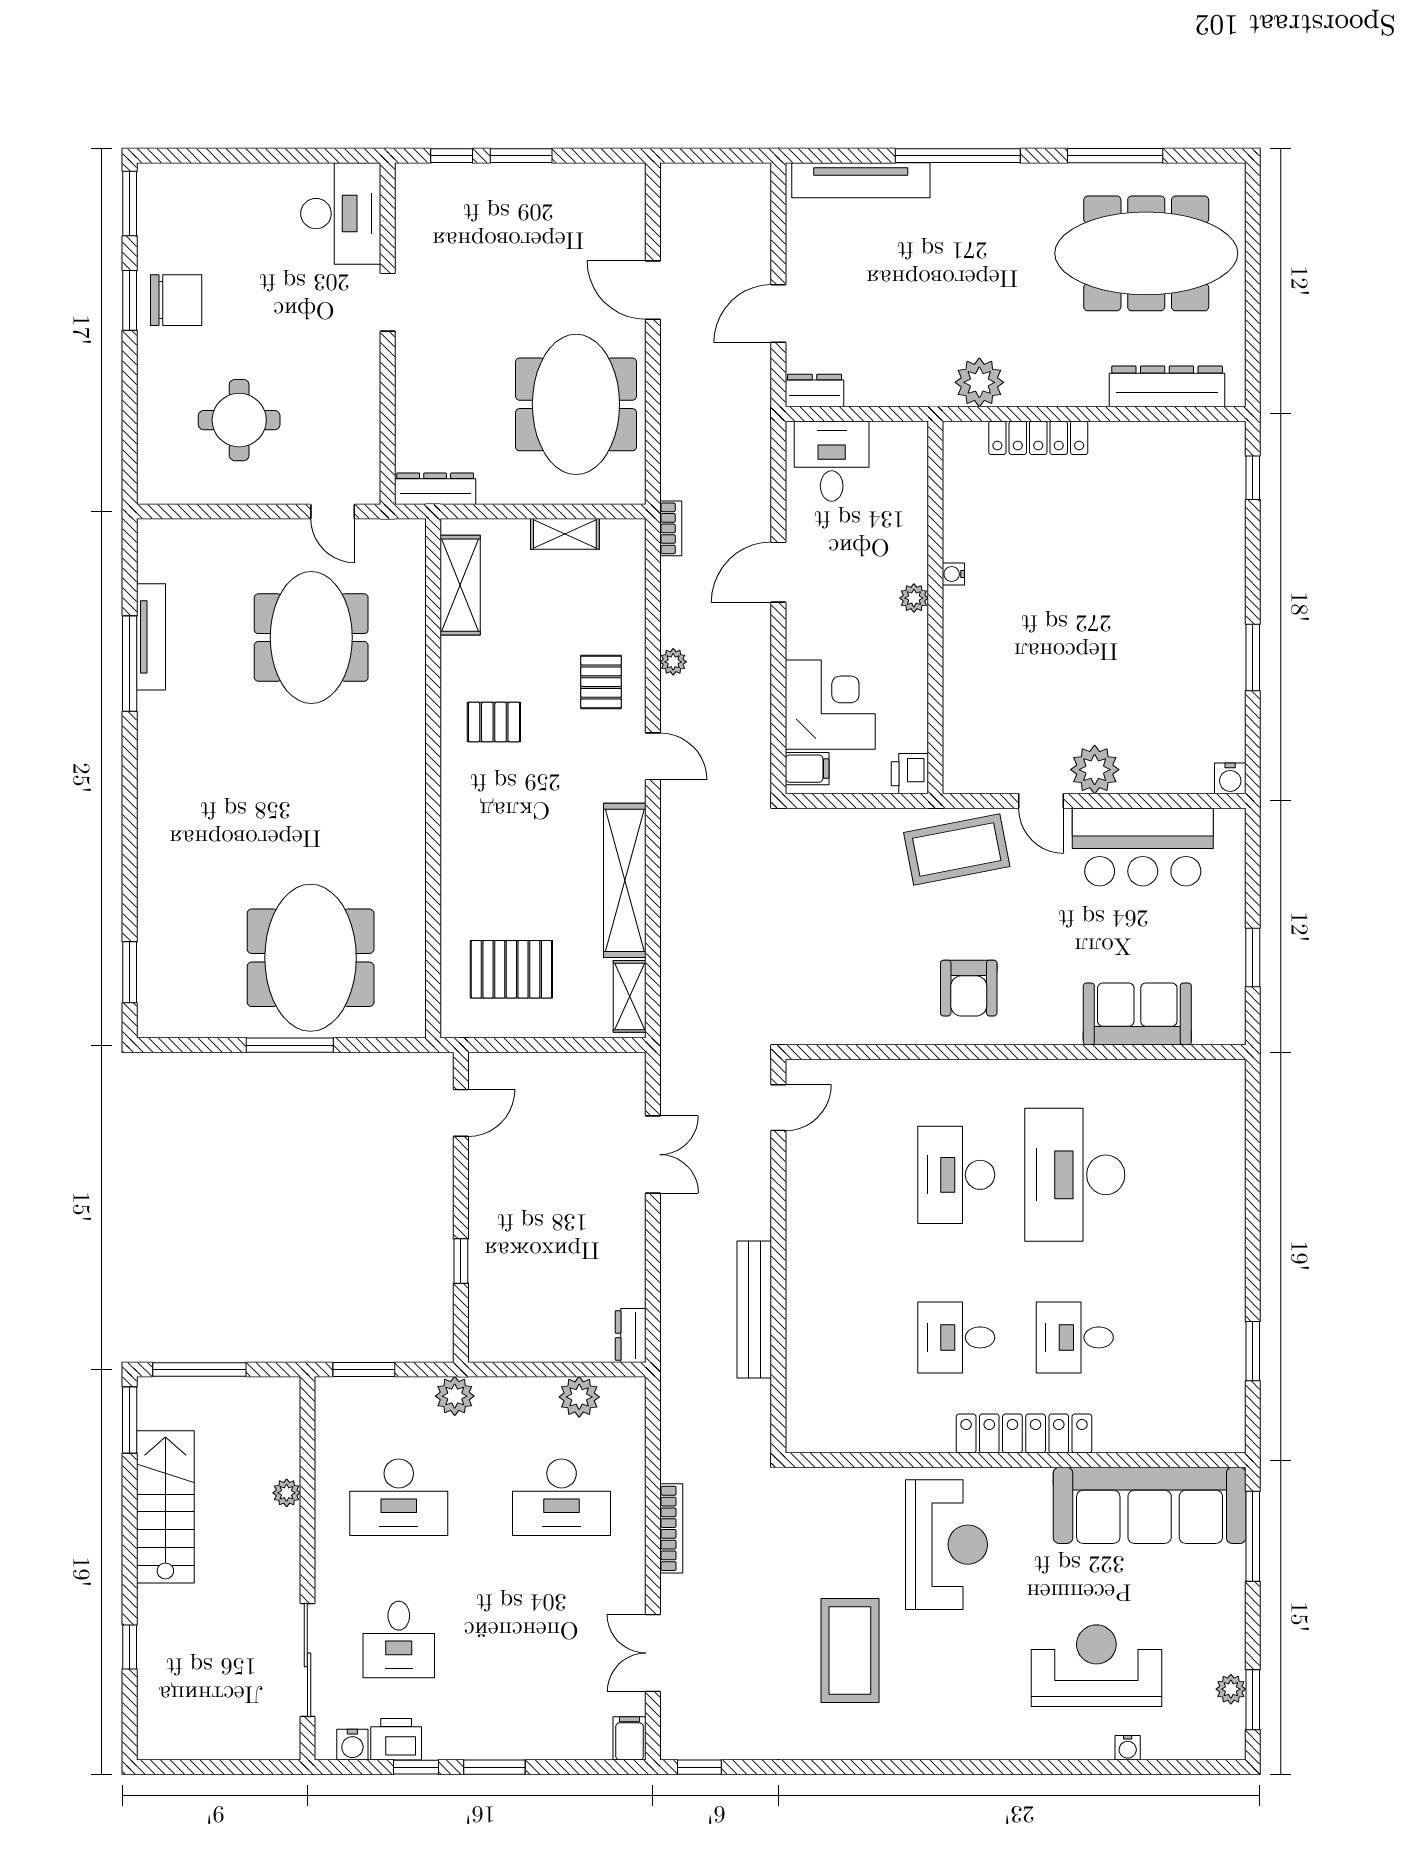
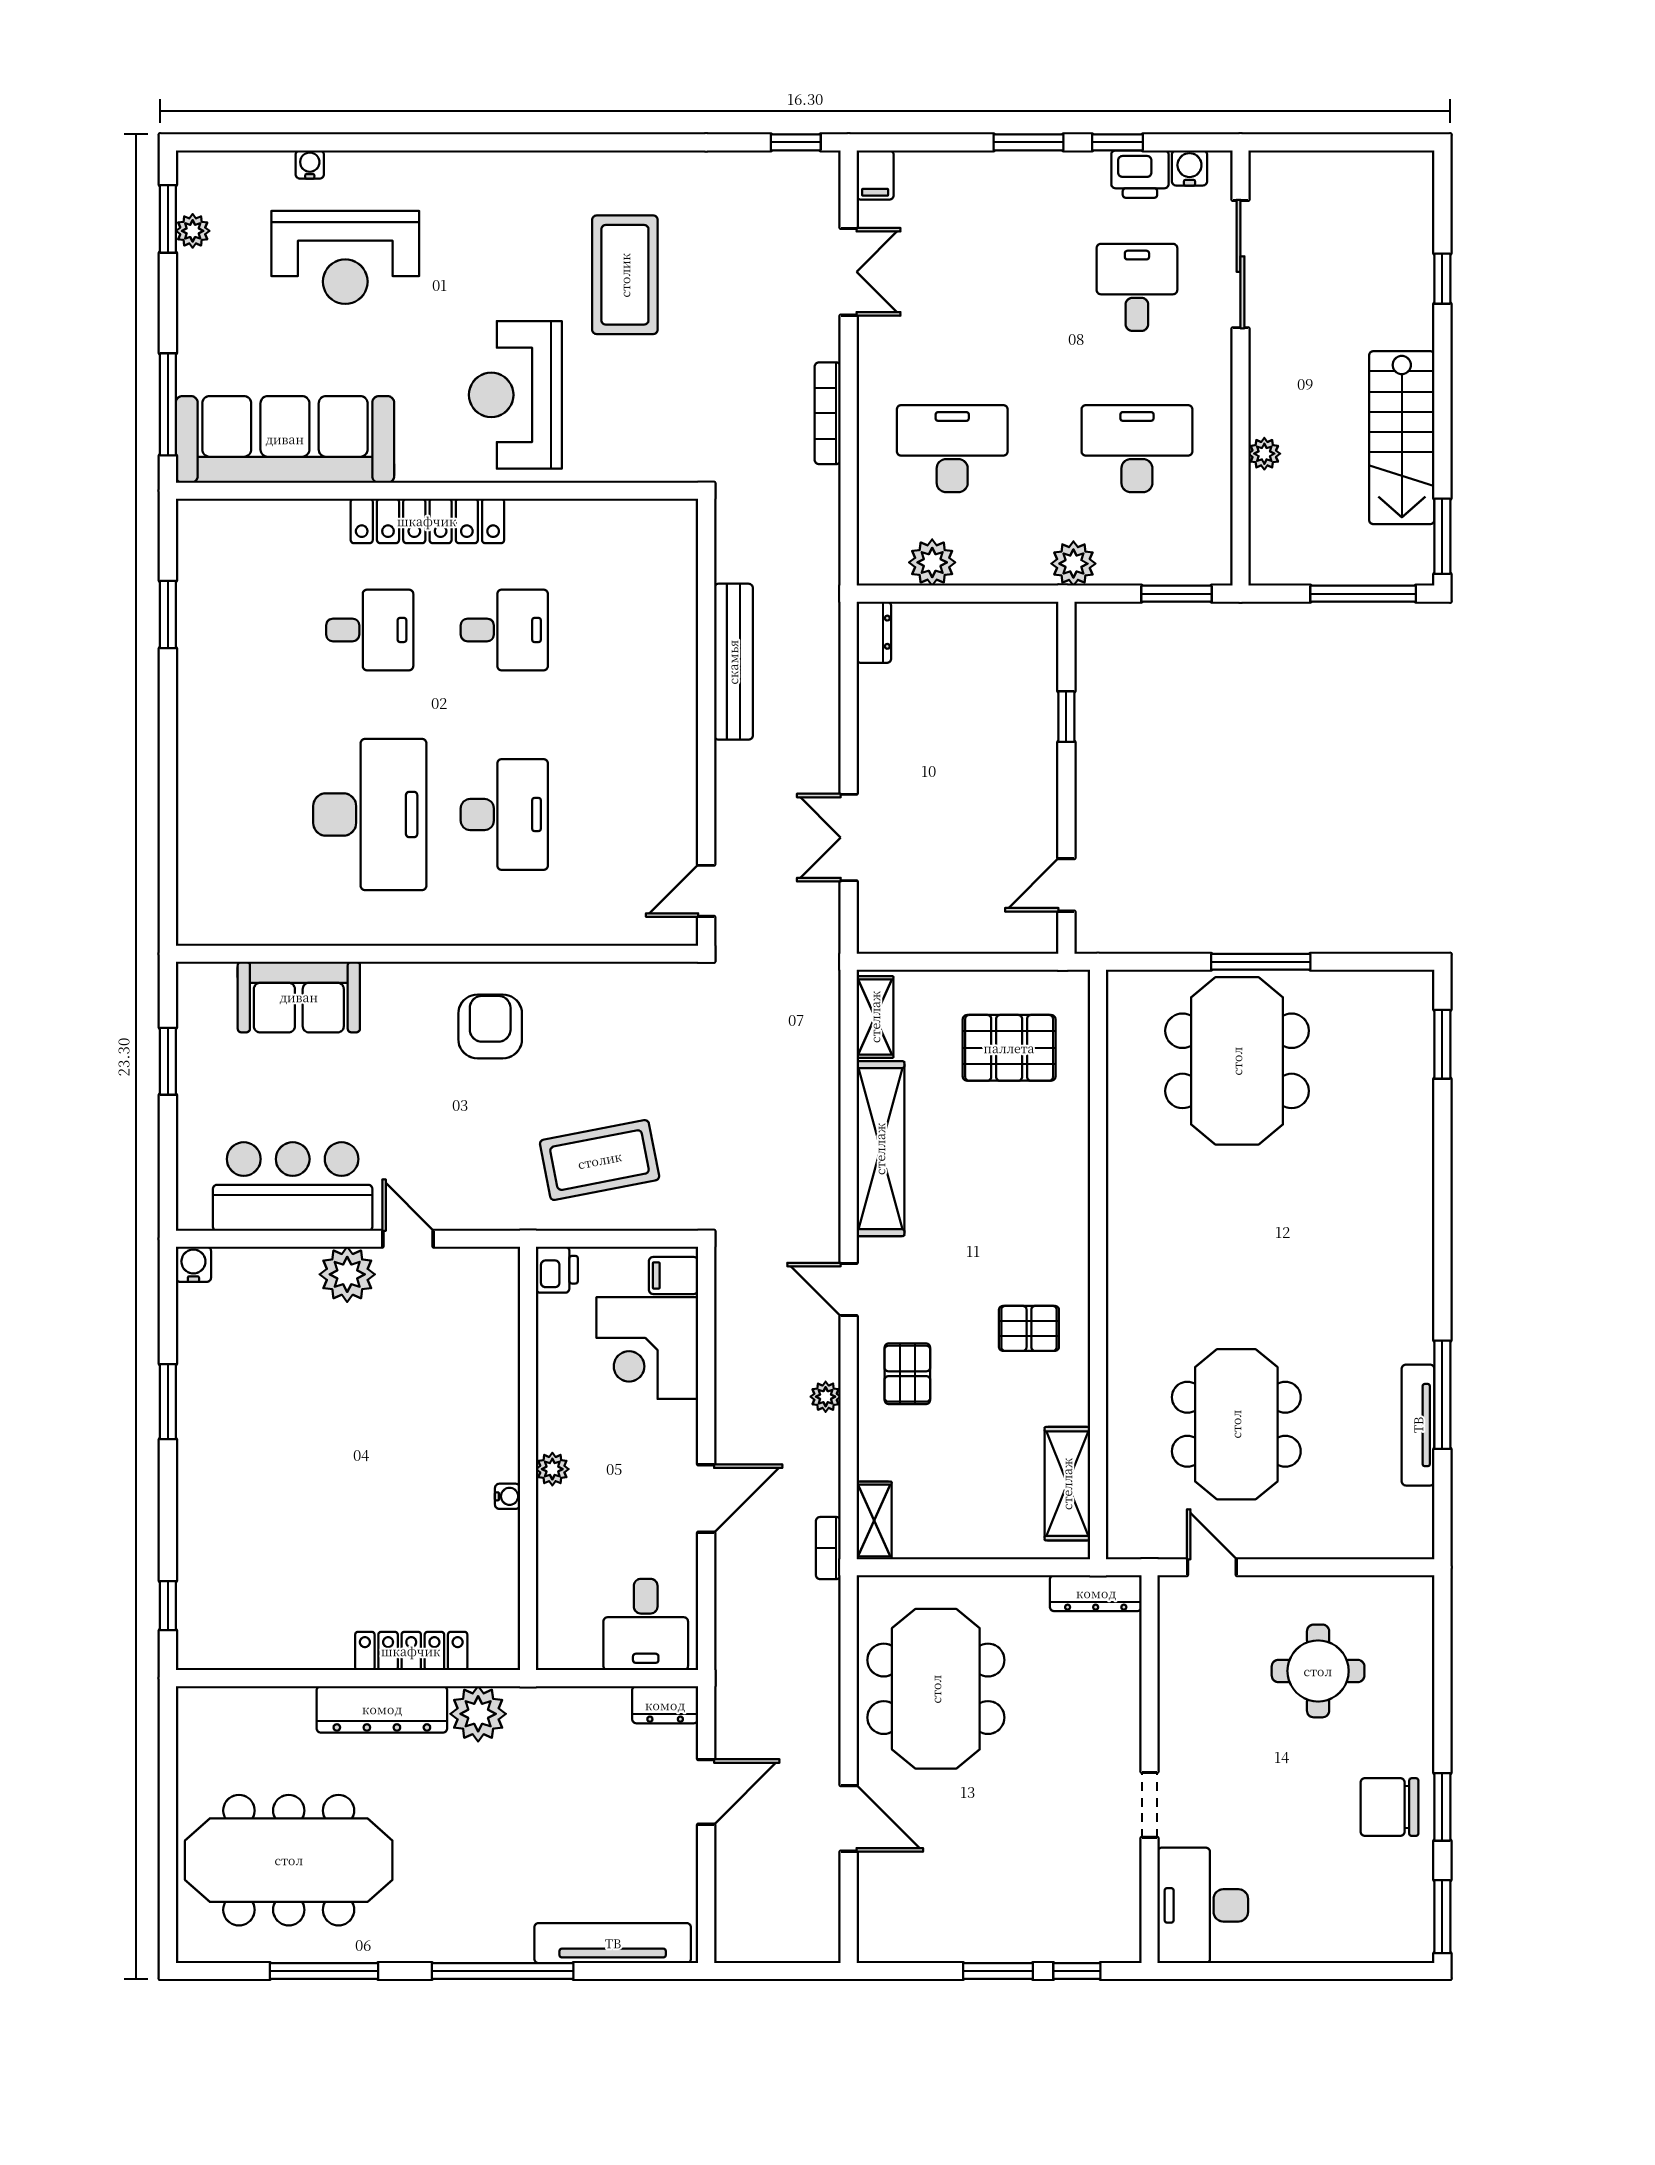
dresser: (1167, 386) -> (382, 1709), moved
shelving: (565, 534) -> (874, 1520), moved, turned 90
coffee table: (957, 849) -> (600, 1160), moved

